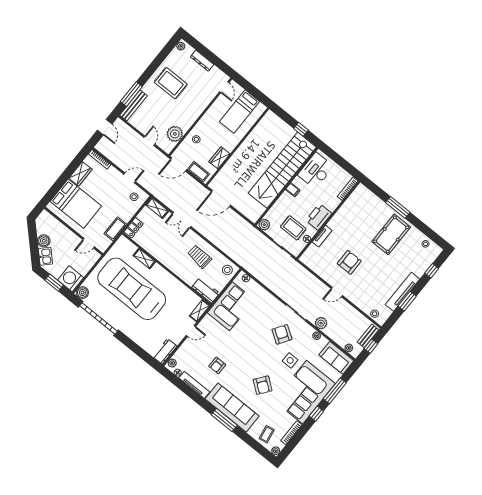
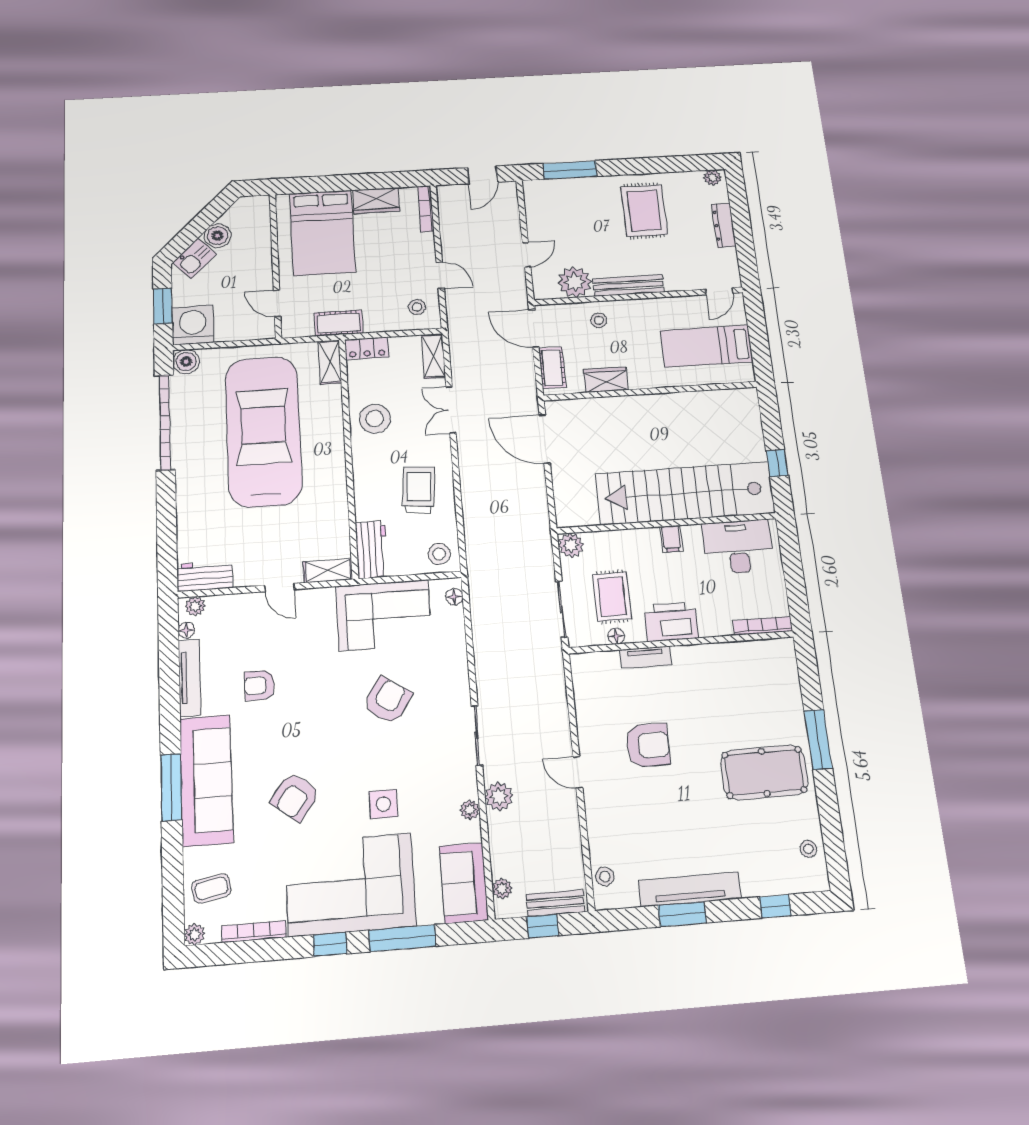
bench: (133, 105) -> (628, 285), moved
stool: (161, 248) -> (375, 419), added
shelving: (144, 259) -> (330, 362), moved
armchair: (282, 334) -> (388, 700), moved

